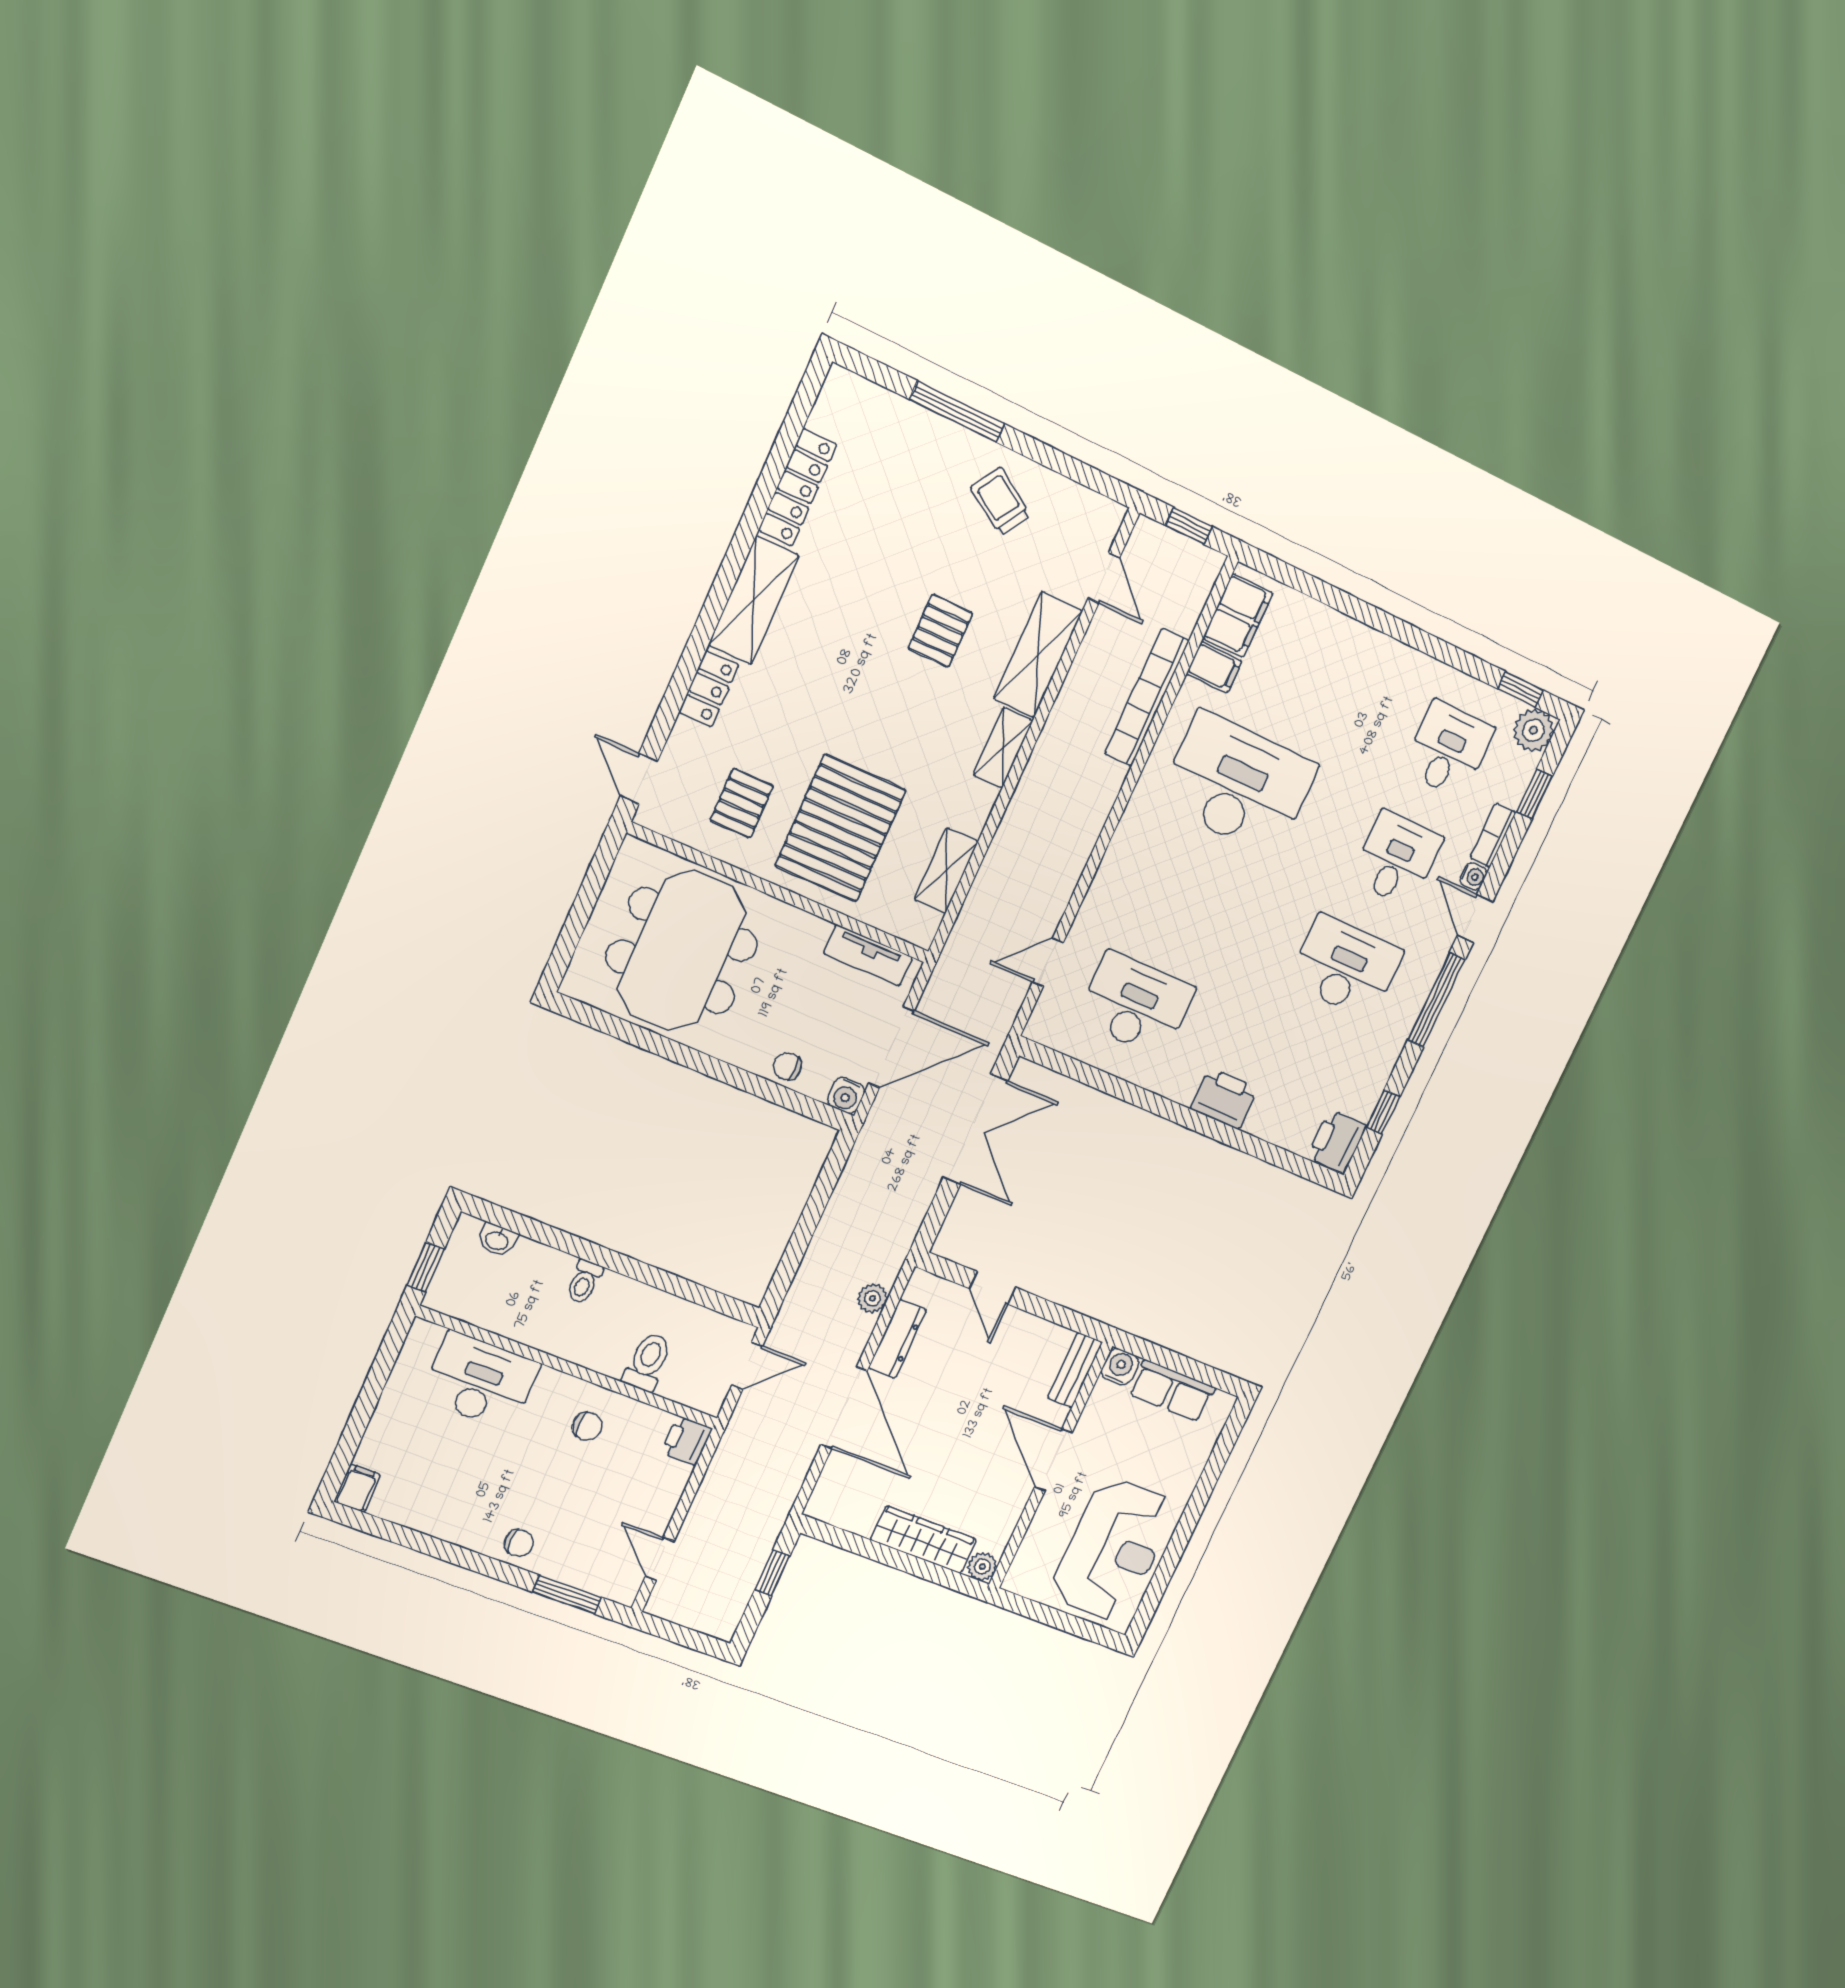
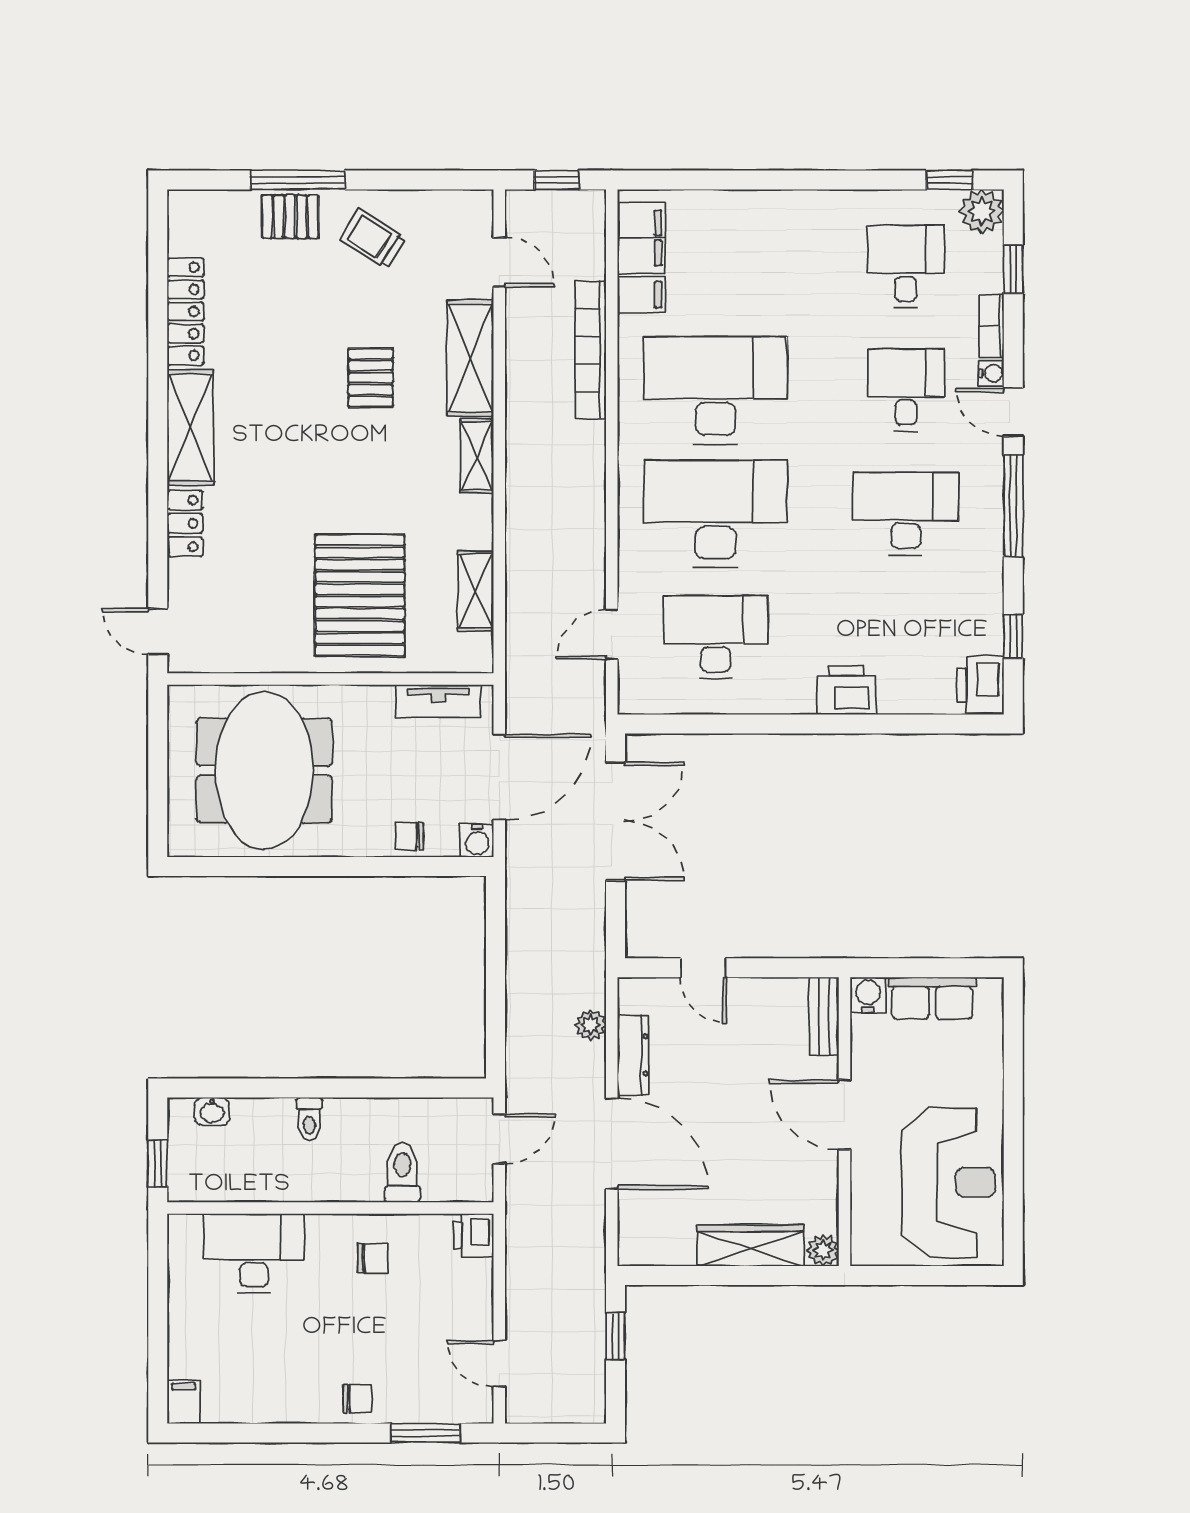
pallet: (742, 803) -> (290, 217), moved, turned 90
desk: (1187, 895) -> (716, 514), added

